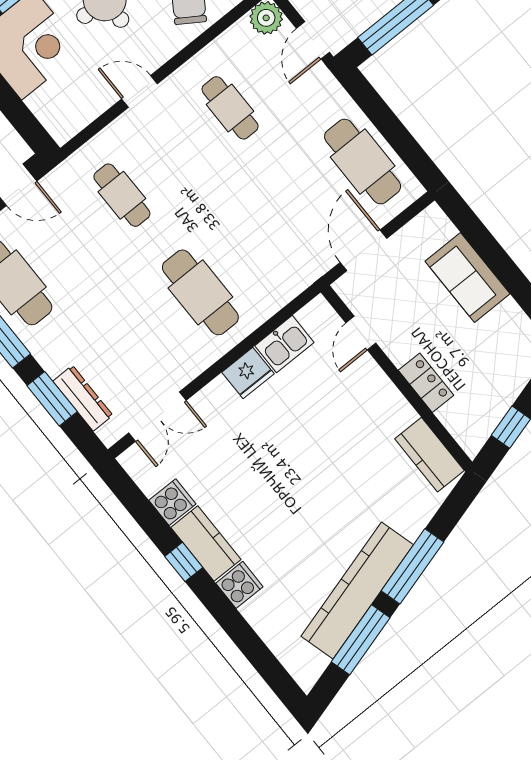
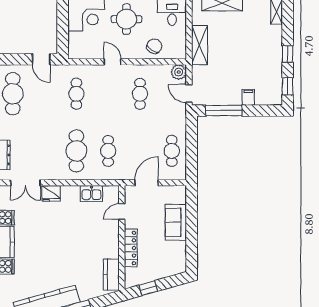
door: (313, 40) -> (189, 94), hinge flipped
cafe table: (363, 162) -> (172, 151), width x0.73, depth x0.74
cafe table: (254, 249) -> (108, 151), added
fridge: (248, 373) -> (51, 193), moved
locker: (426, 383) -> (131, 248), width x1.53

